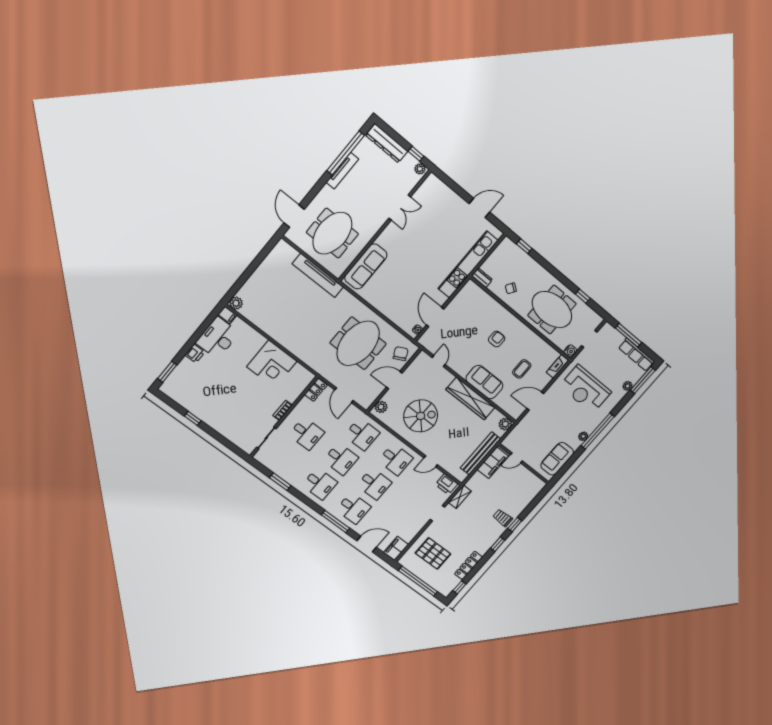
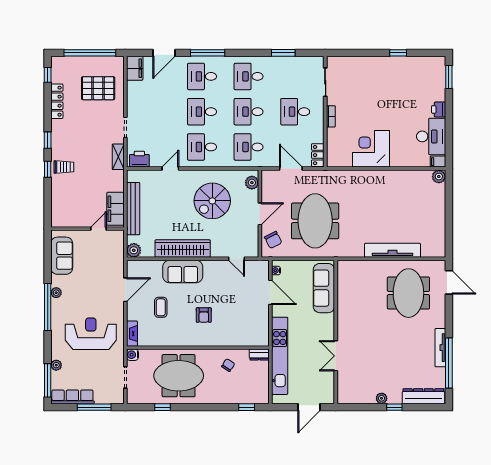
double door: (400, 208) -> (336, 356), moved
wall: (385, 226) -> (336, 332), moved
sofa: (366, 266) -> (324, 288), moved

